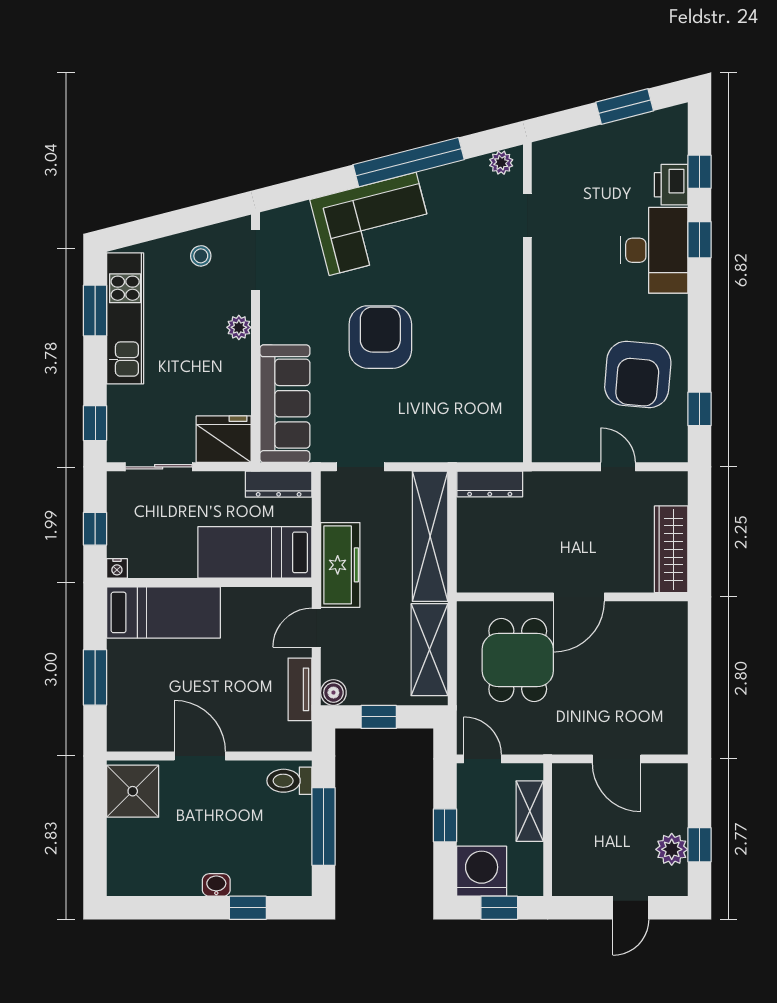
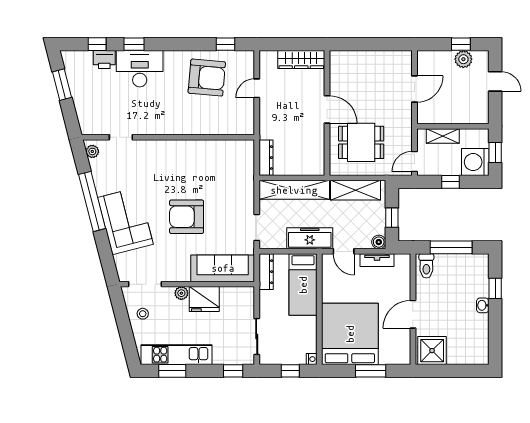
fridge: (224, 439) -> (204, 299), moved, turned -90
bed: (163, 612) -> (350, 334), width x2.04

